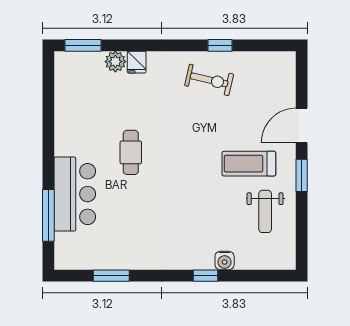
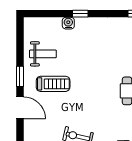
door: (302, 125) -> (20, 108), hinge flipped
weight bench: (265, 211) -> (43, 54), turned 90

